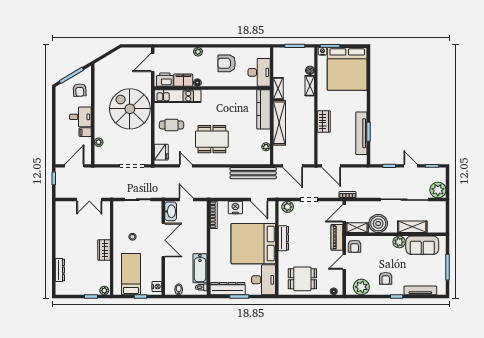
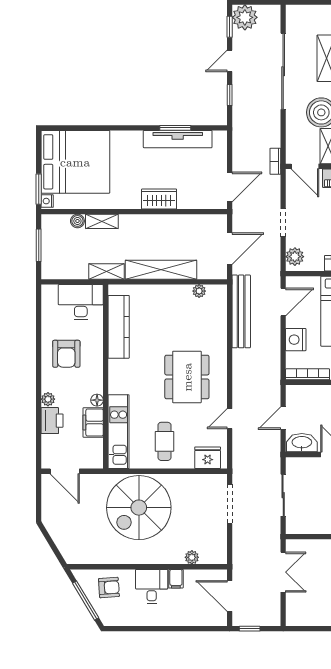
printer: (165, 80) -> (52, 421), moved, turned 180
kitchen counter: (263, 109) -> (119, 327), moved, turned -90
plant: (438, 190) -> (245, 17), moved

